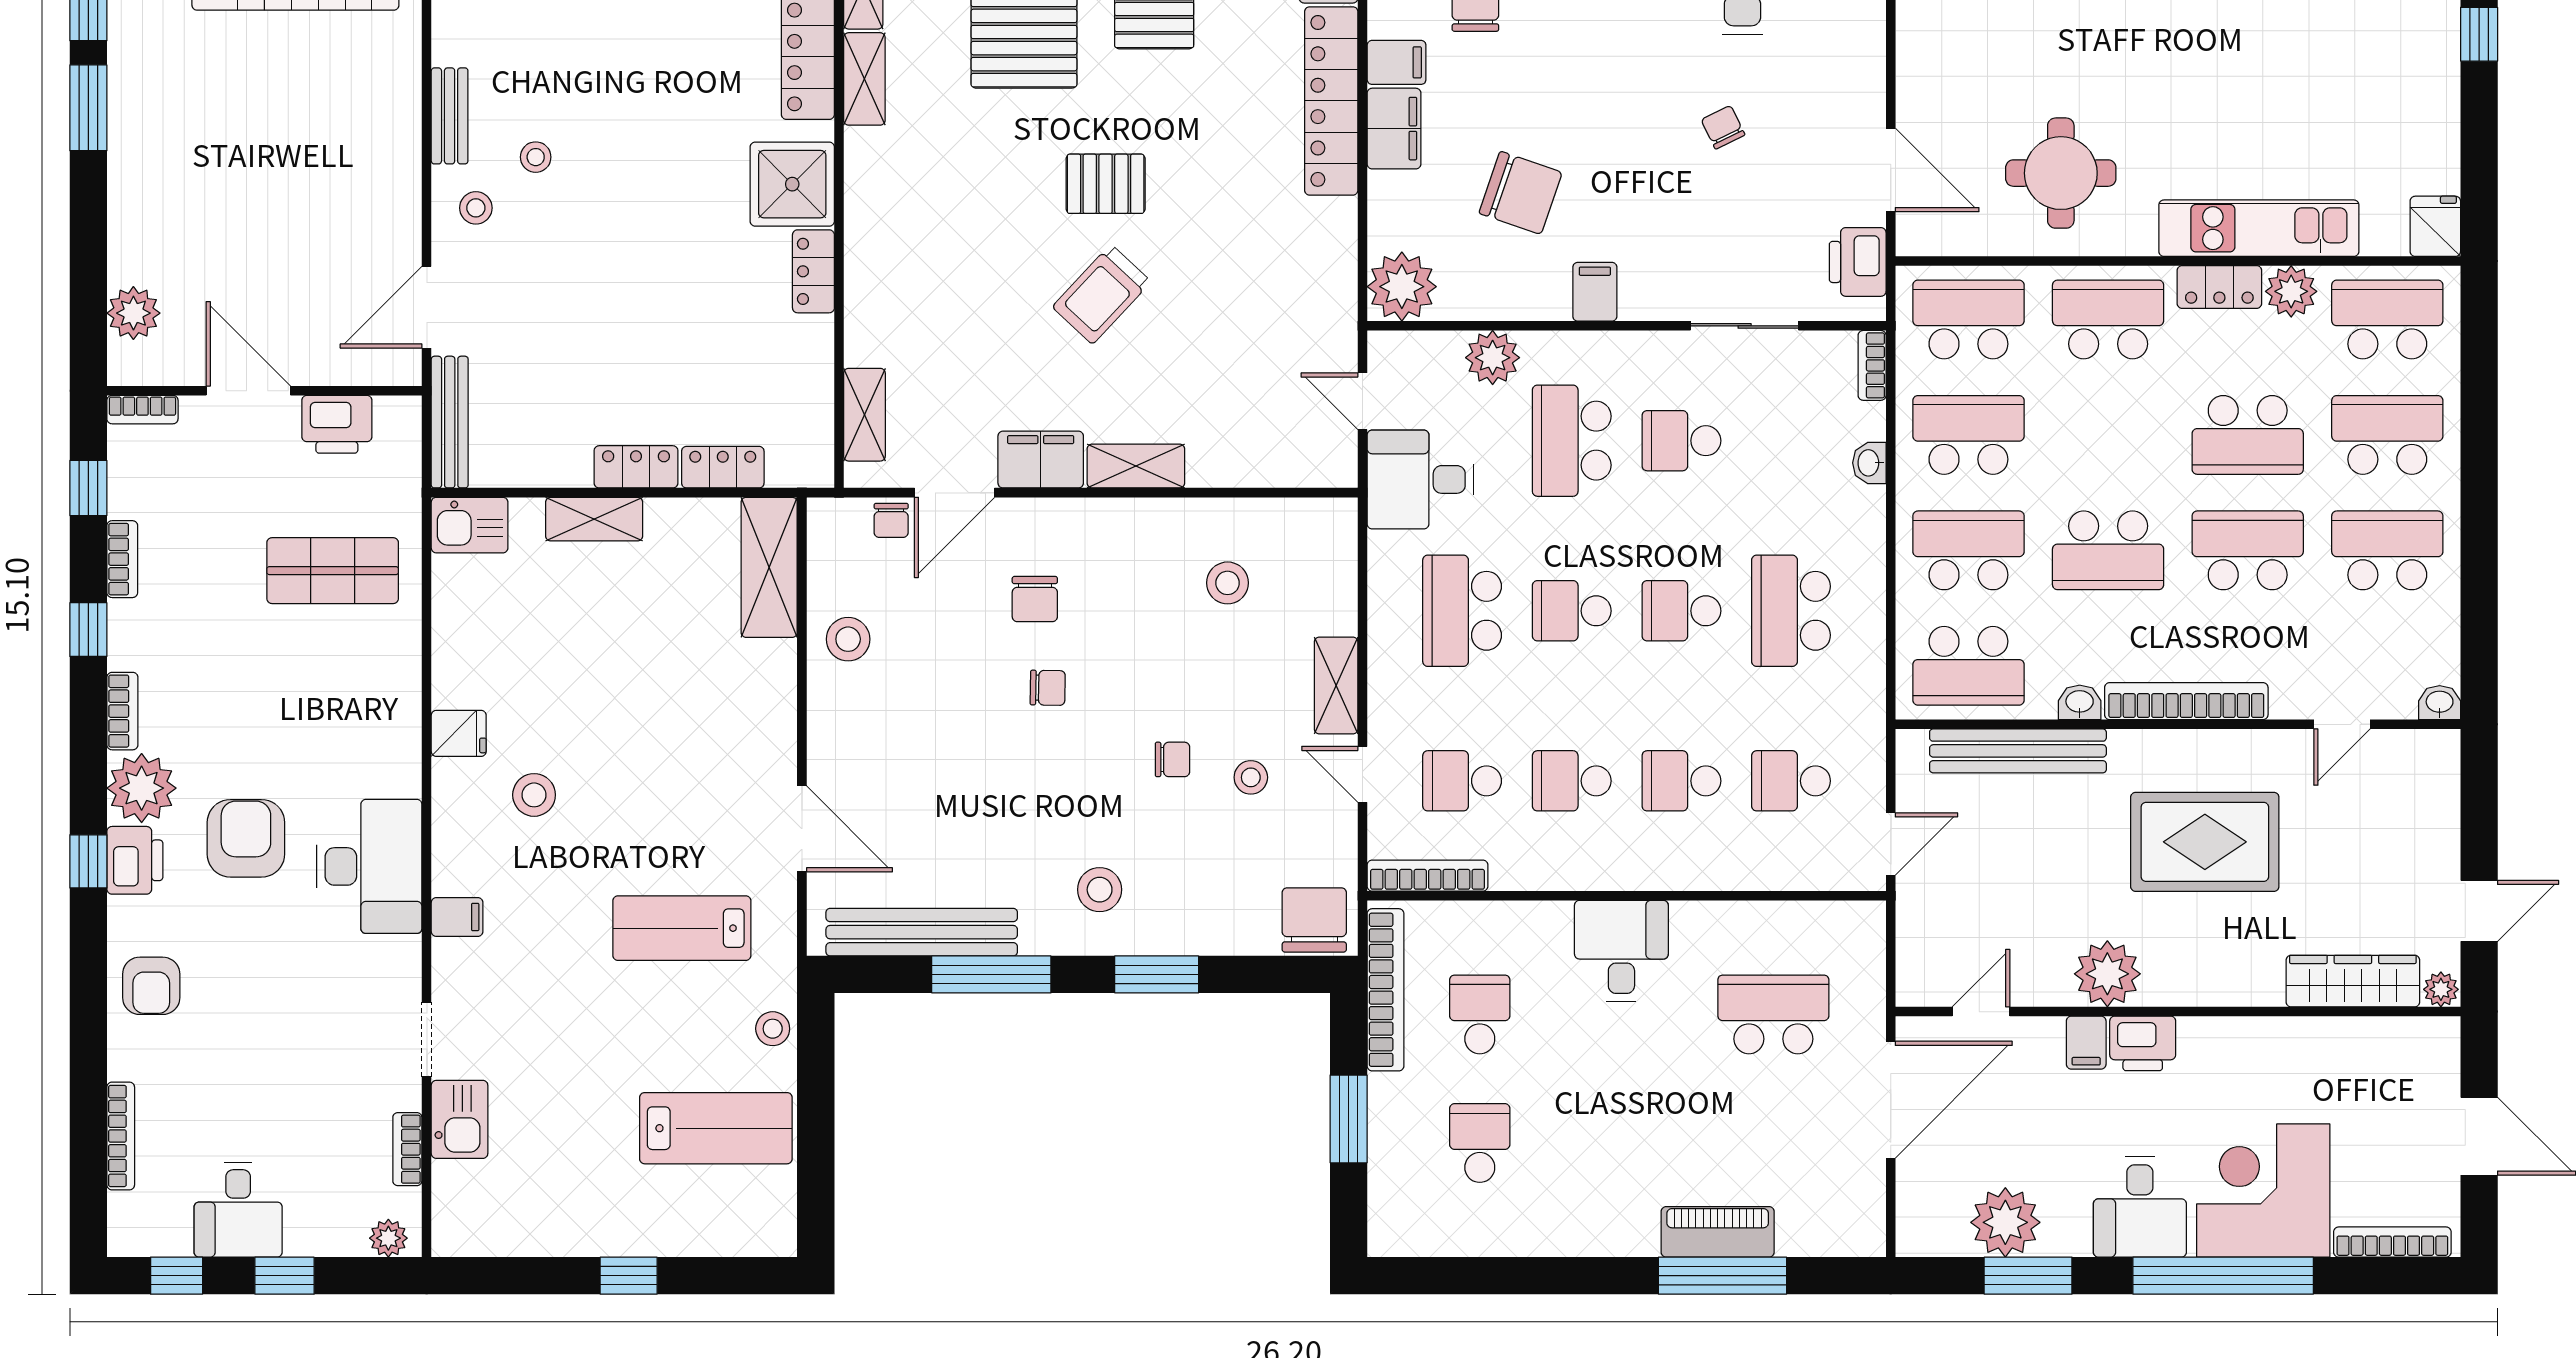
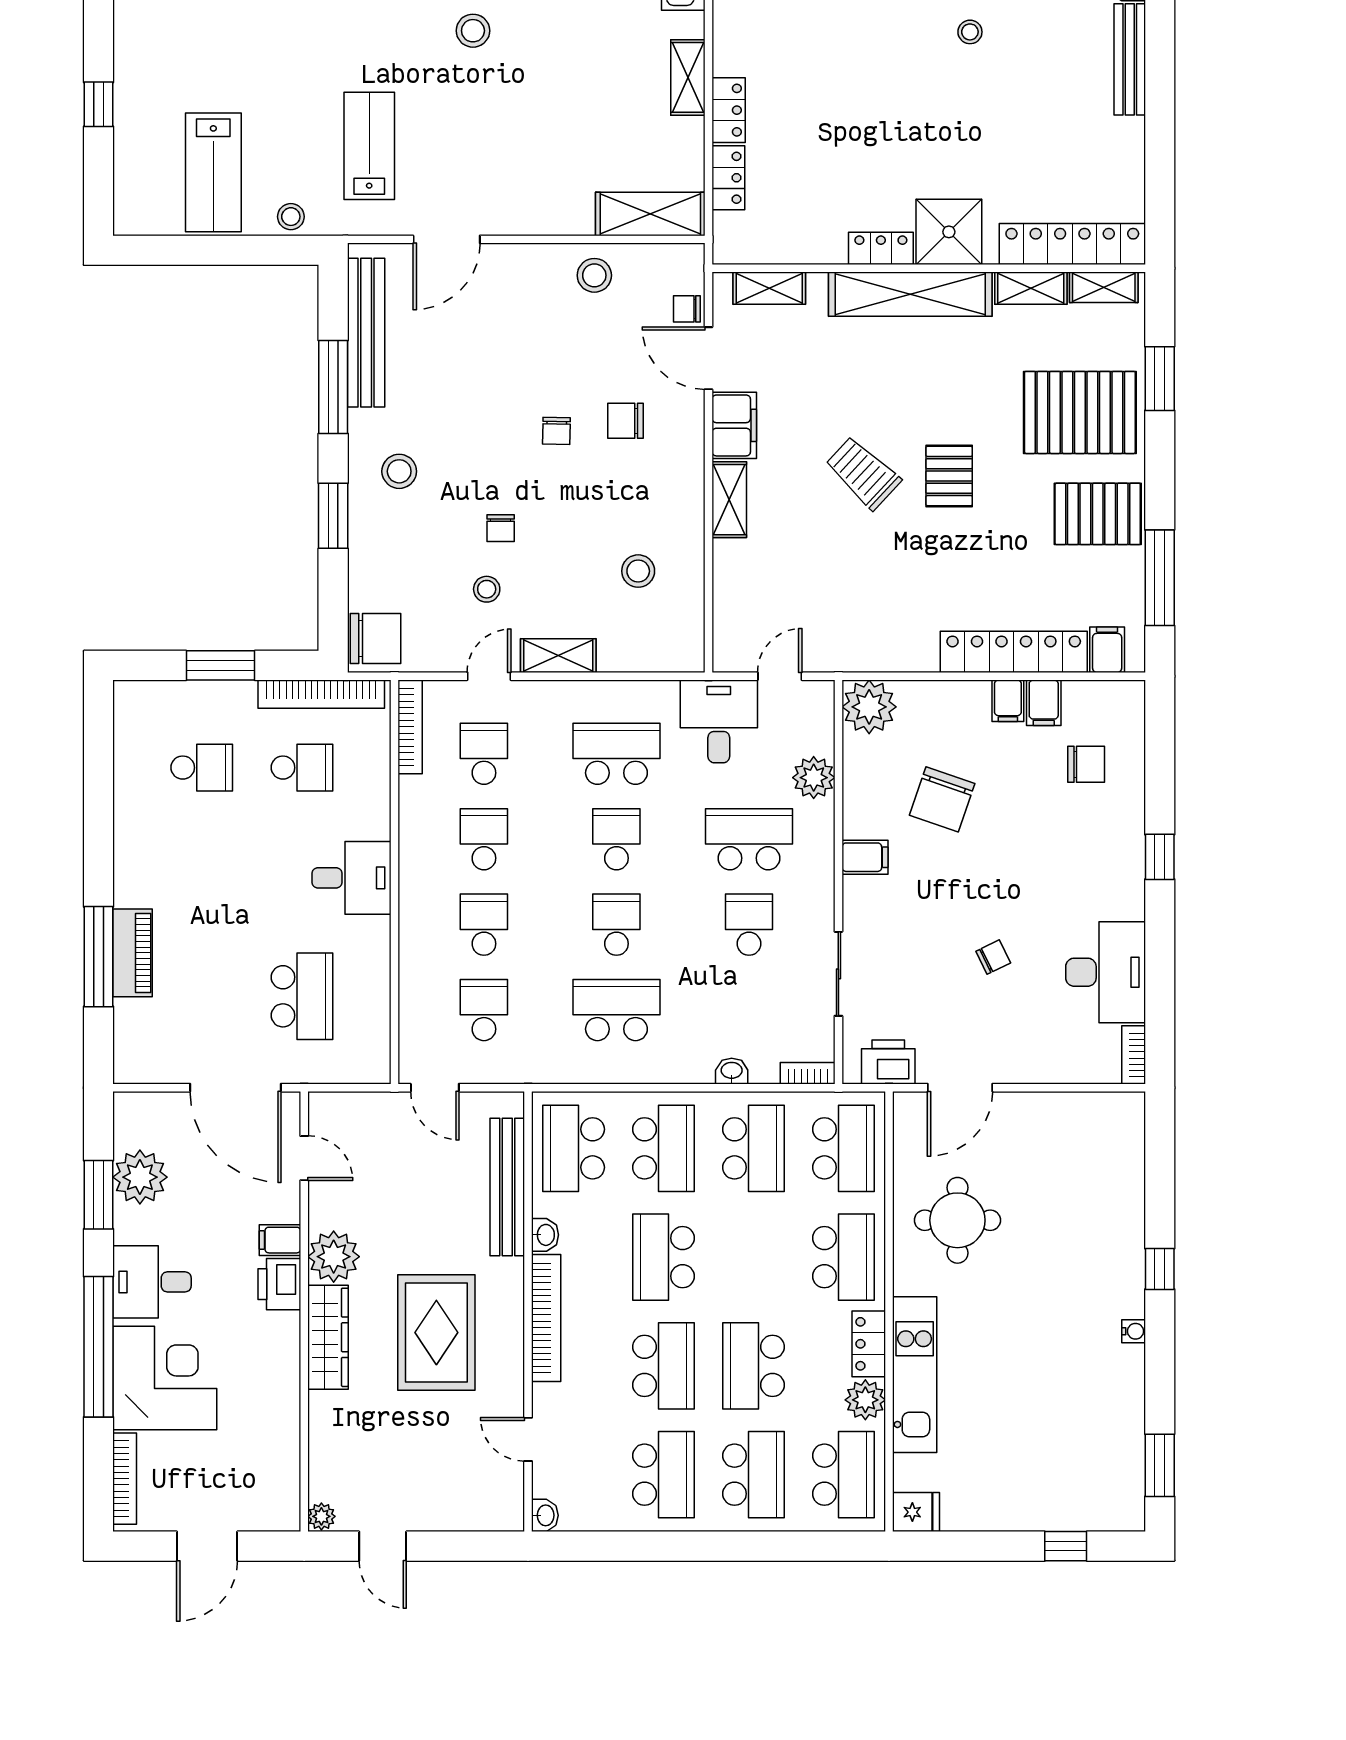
filing cabinet: (1394, 129) -> (1008, 701), width x0.50
shelving: (872, 234) -> (910, 294), added
wardrobe: (2353, 981) -> (328, 1337), moved

